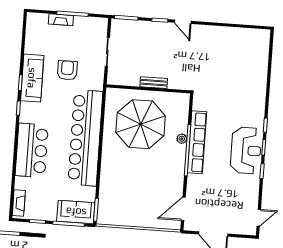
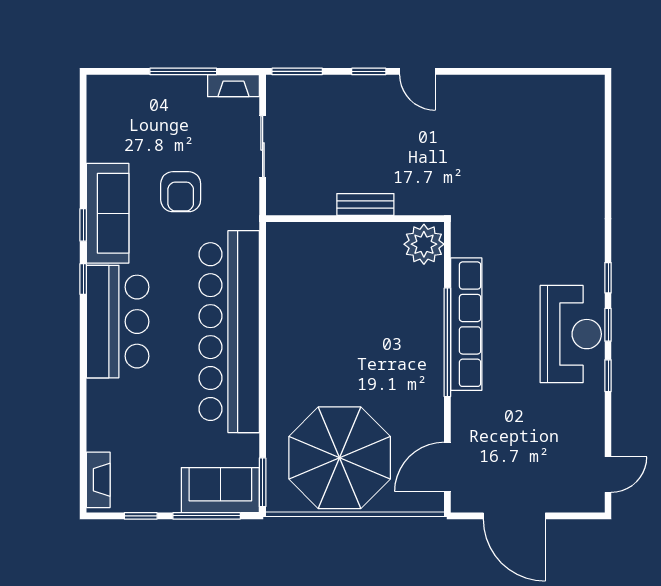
fireplace: (61, 20) -> (233, 86), moved
armchair: (67, 70) -> (181, 192), turned 180
parasol: (141, 124) -> (340, 458), moved
plant: (182, 139) -> (424, 244), moved, width x1.88, depth x1.88
bar counter: (32, 150) -> (118, 322), moved

